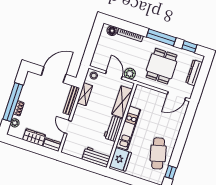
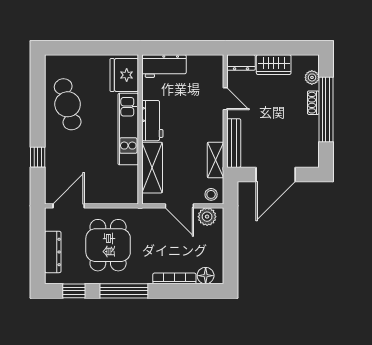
plant: (130, 74) -> (207, 217), moved
window: (171, 172) -> (38, 157), moved

